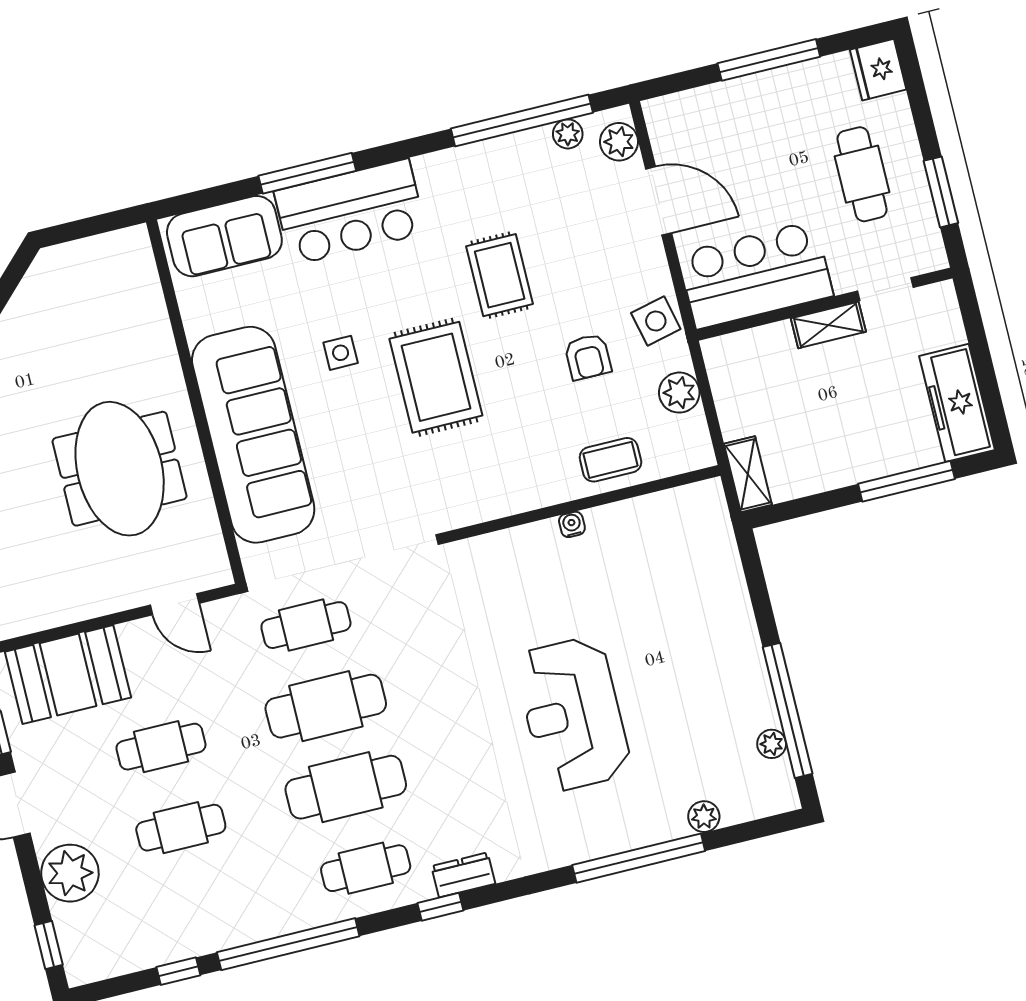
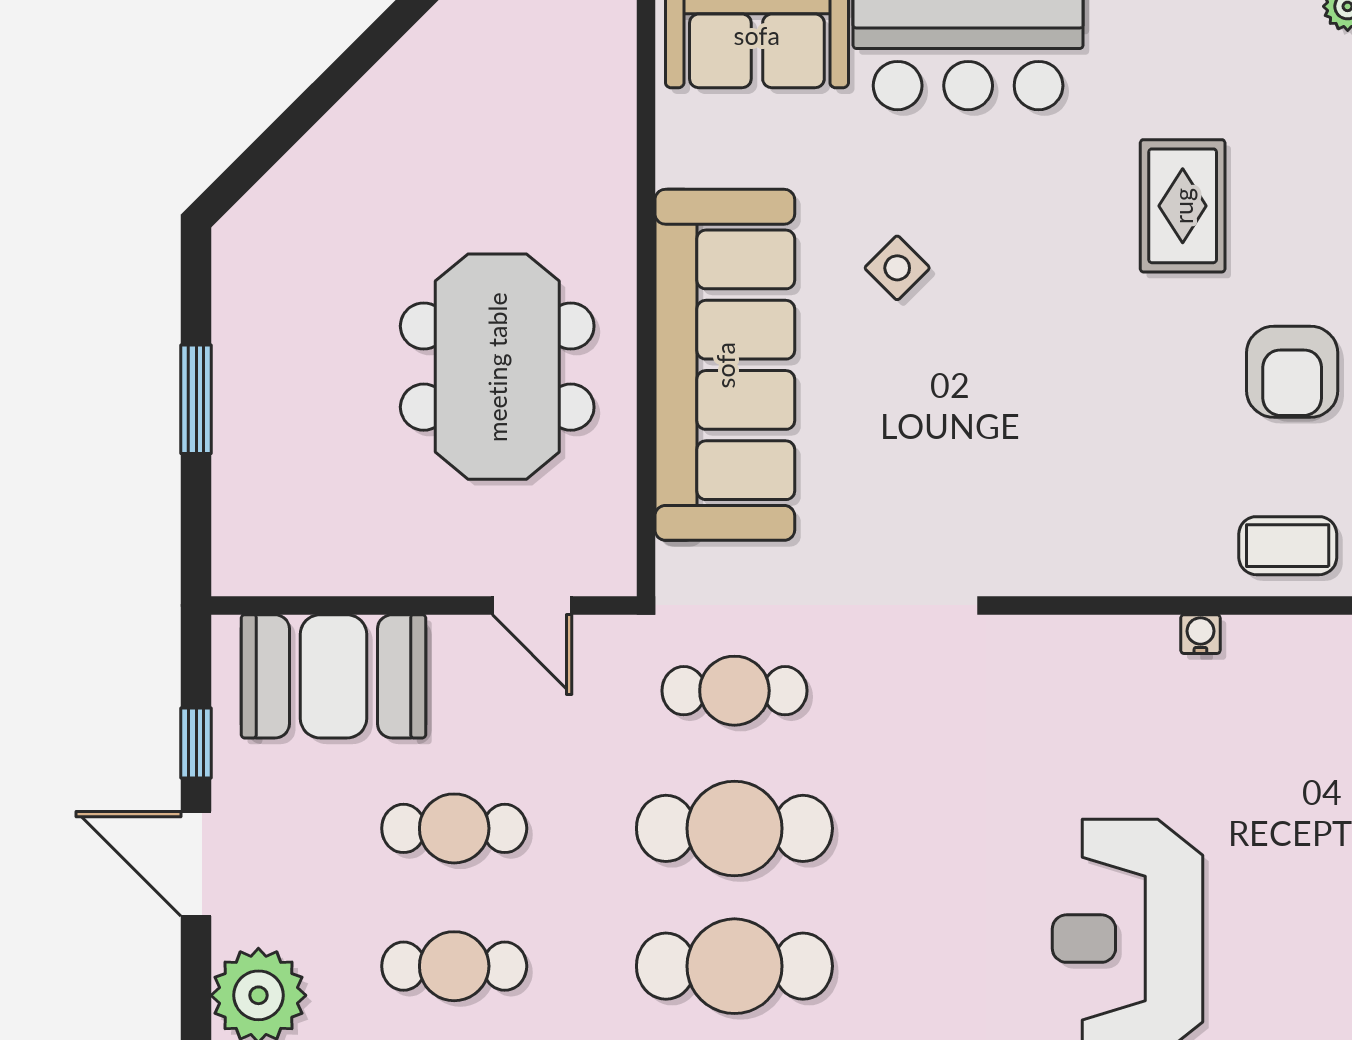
side table: (341, 353) -> (897, 268), turned 45
armchair: (588, 357) -> (1292, 372), width x1.38, depth x1.38
rug: (436, 377) -> (1040, 344), removed

